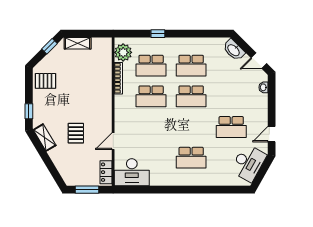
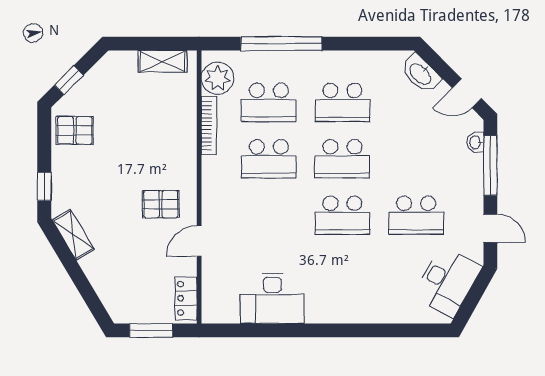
window: (158, 34) -> (281, 44), width x3.17
shelving: (78, 43) -> (163, 61), moved
window: (49, 46) -> (69, 80), moved
window: (272, 100) -> (490, 165), added
pallet: (76, 133) -> (161, 204), moved, turned 90
door: (272, 134) -> (490, 228), swing flipped
school desk: (191, 158) -> (342, 215), moved
desk: (132, 172) -> (272, 298), moved

